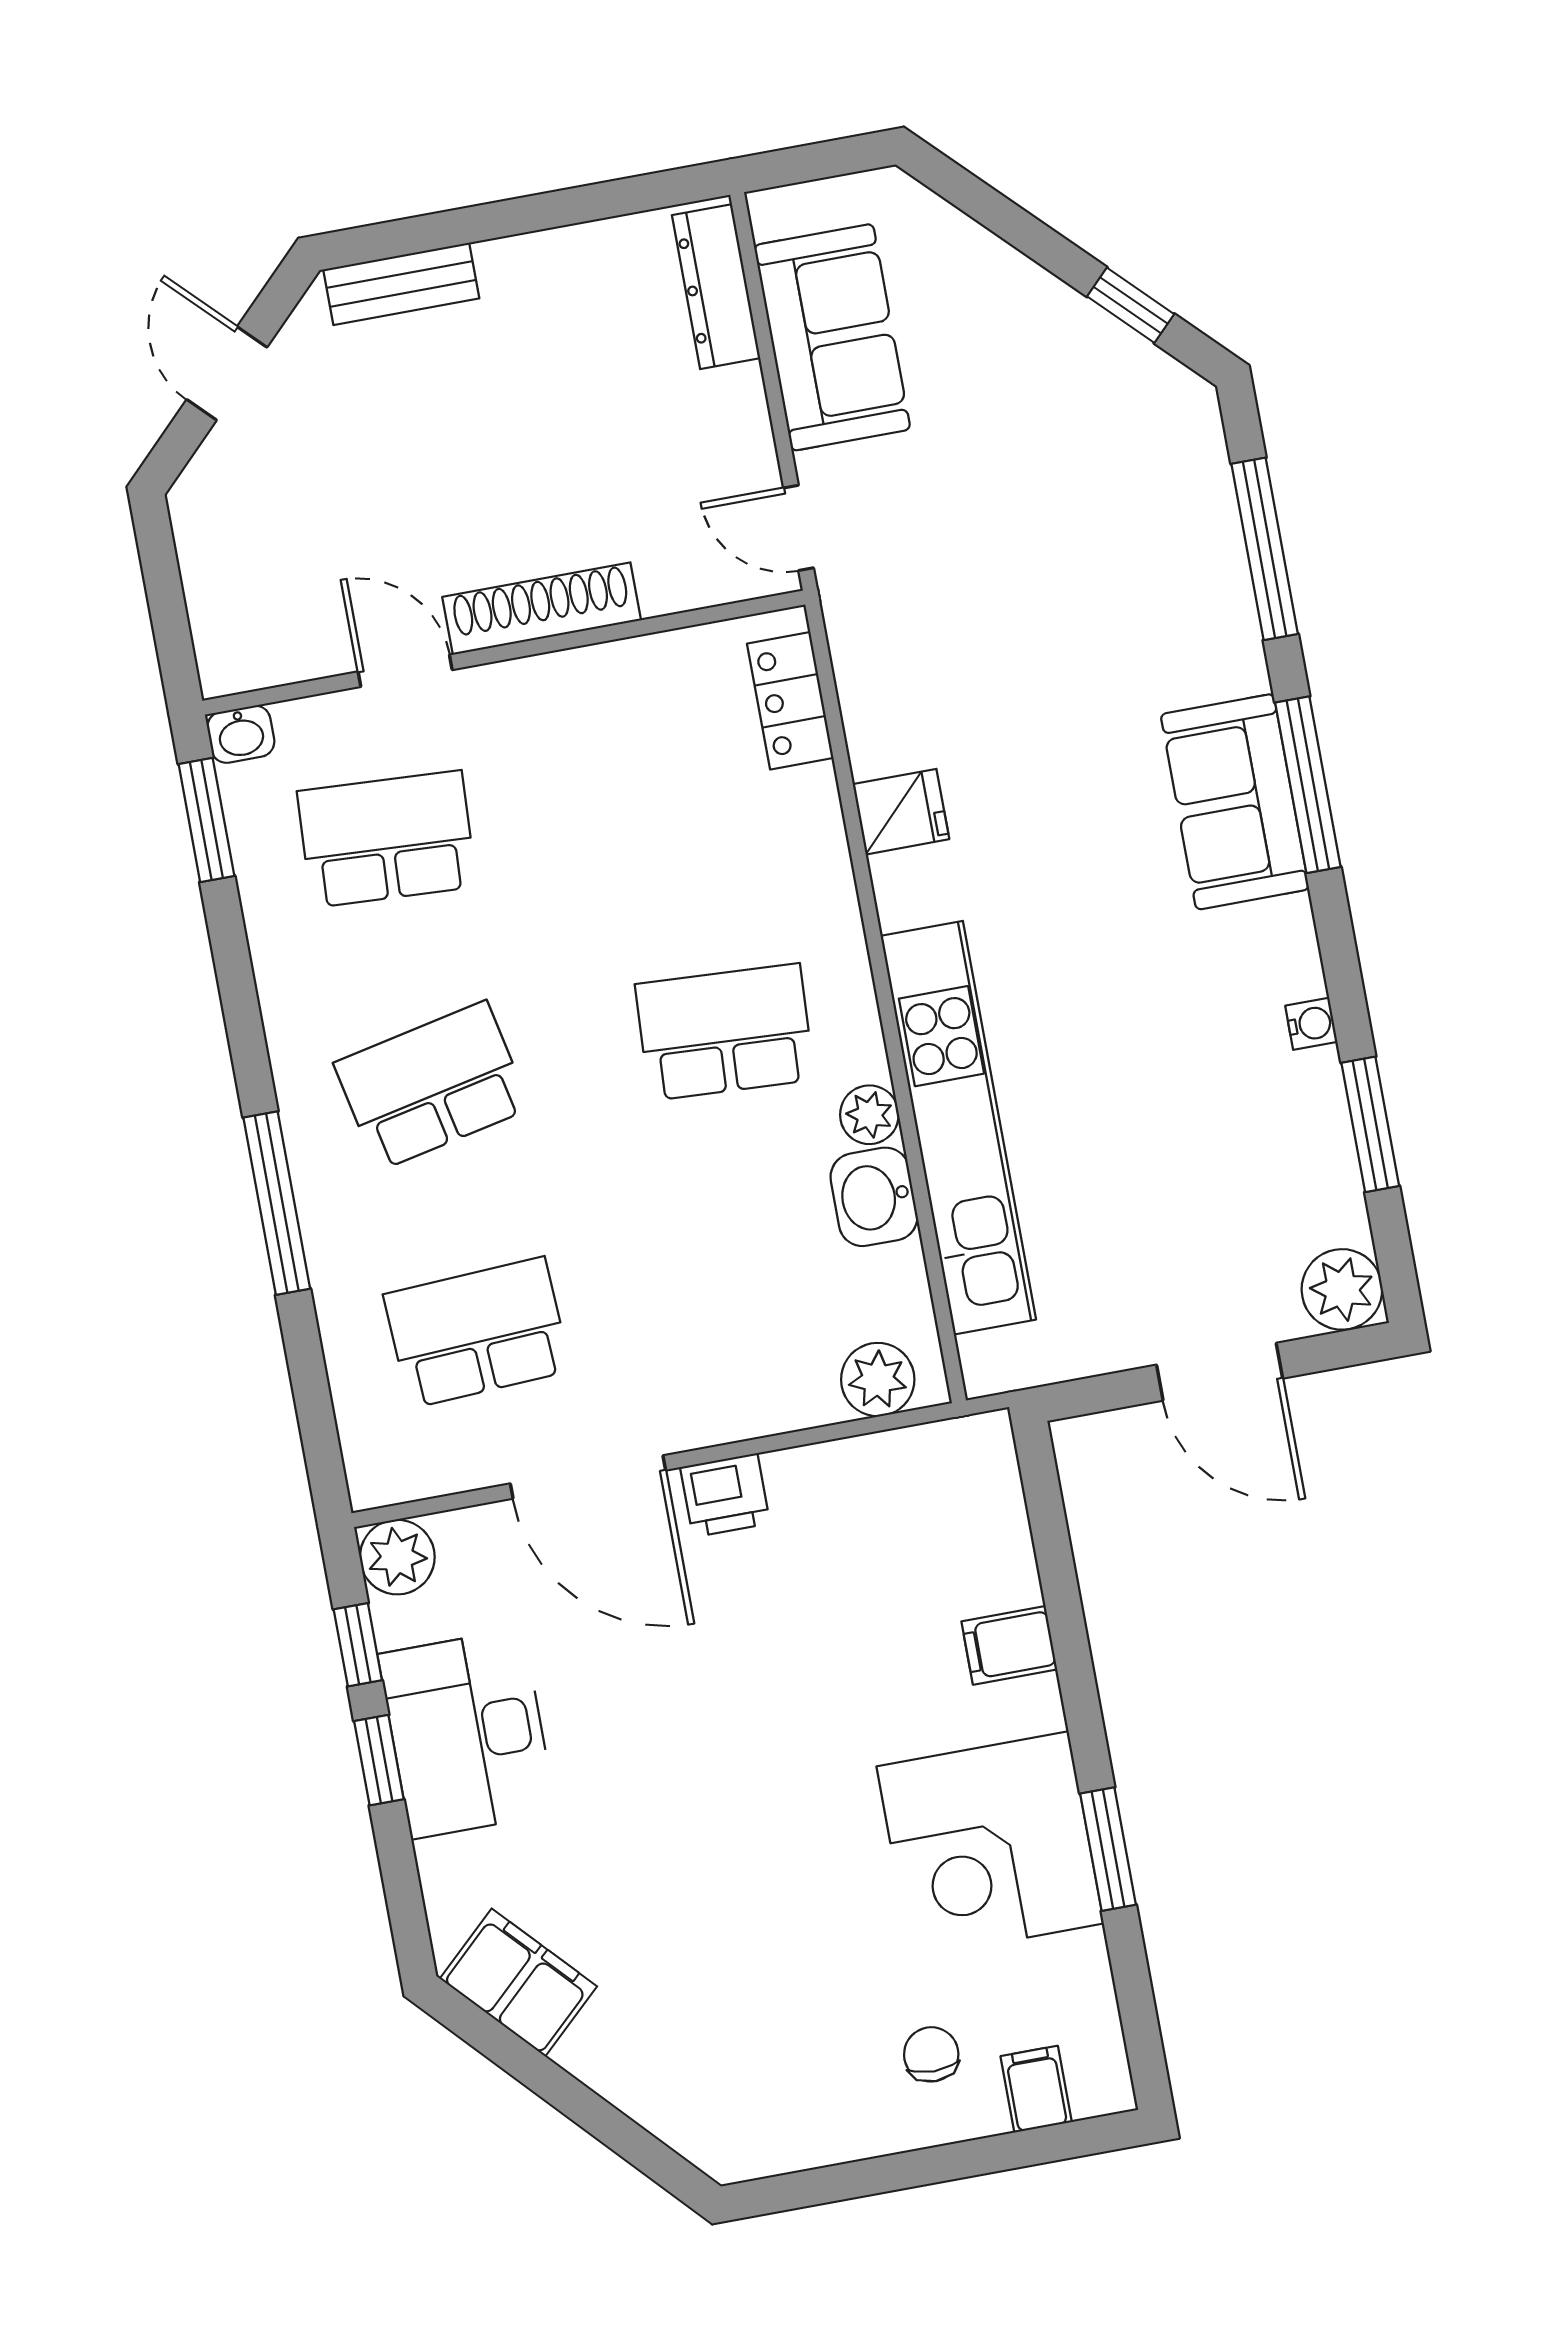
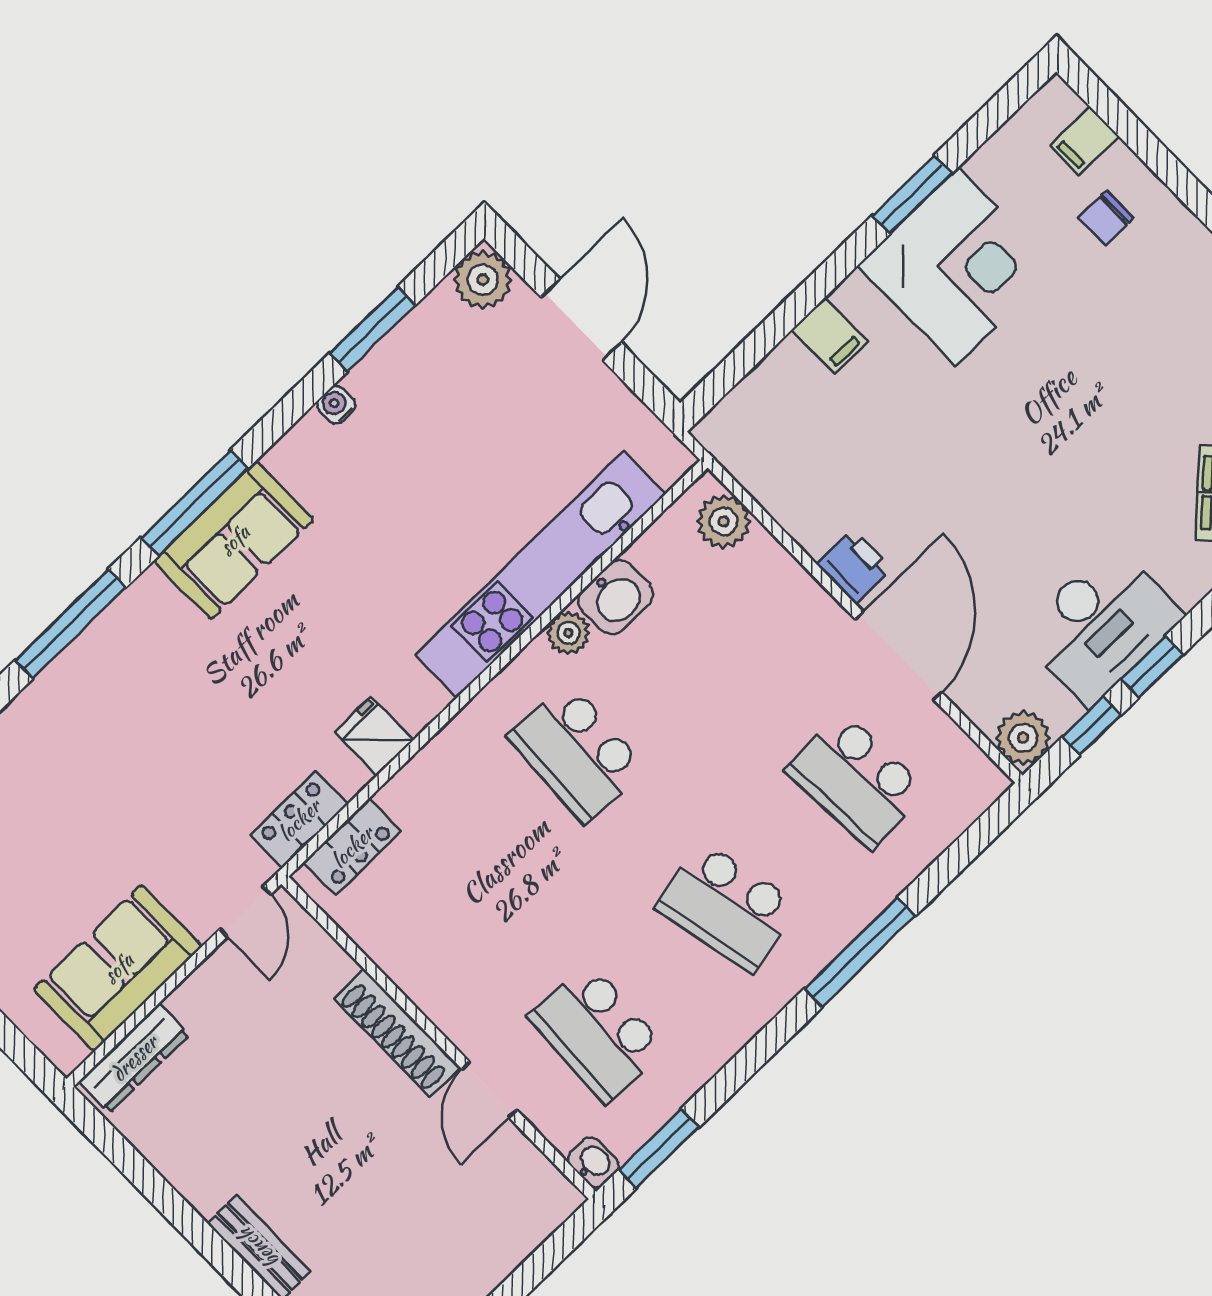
locker: (863, 661) -> (299, 820), added

